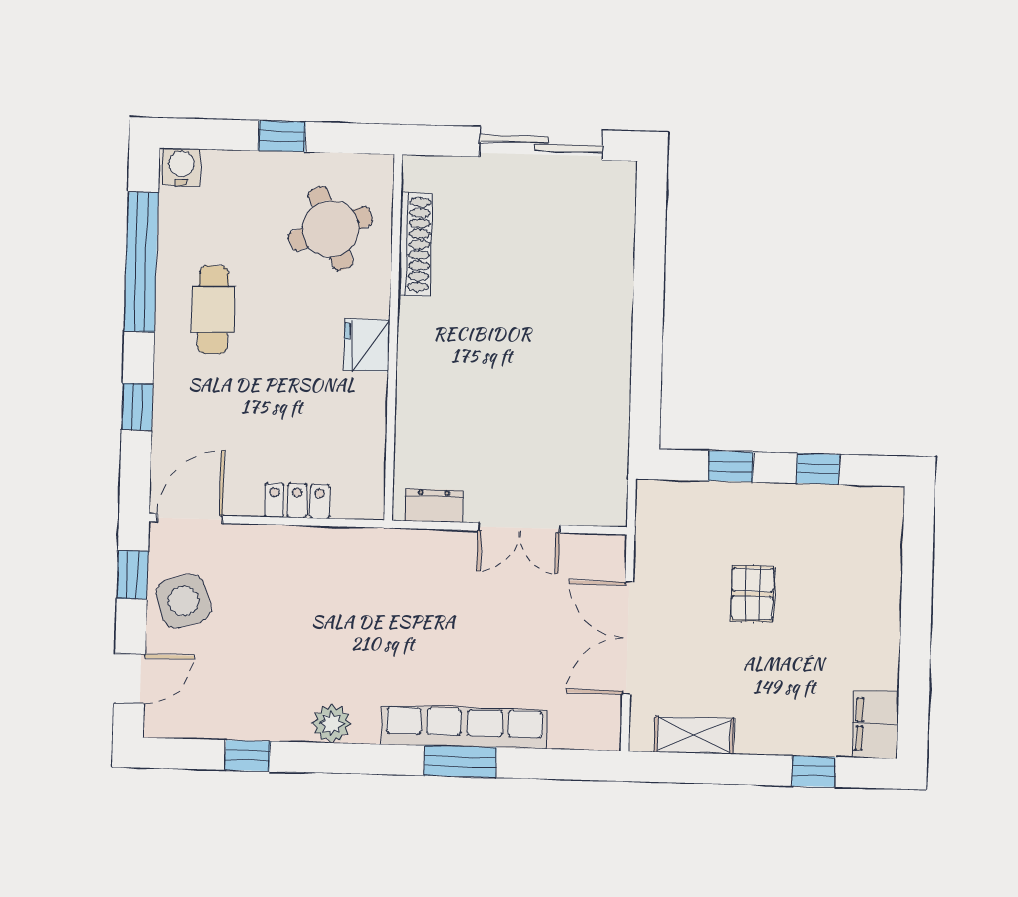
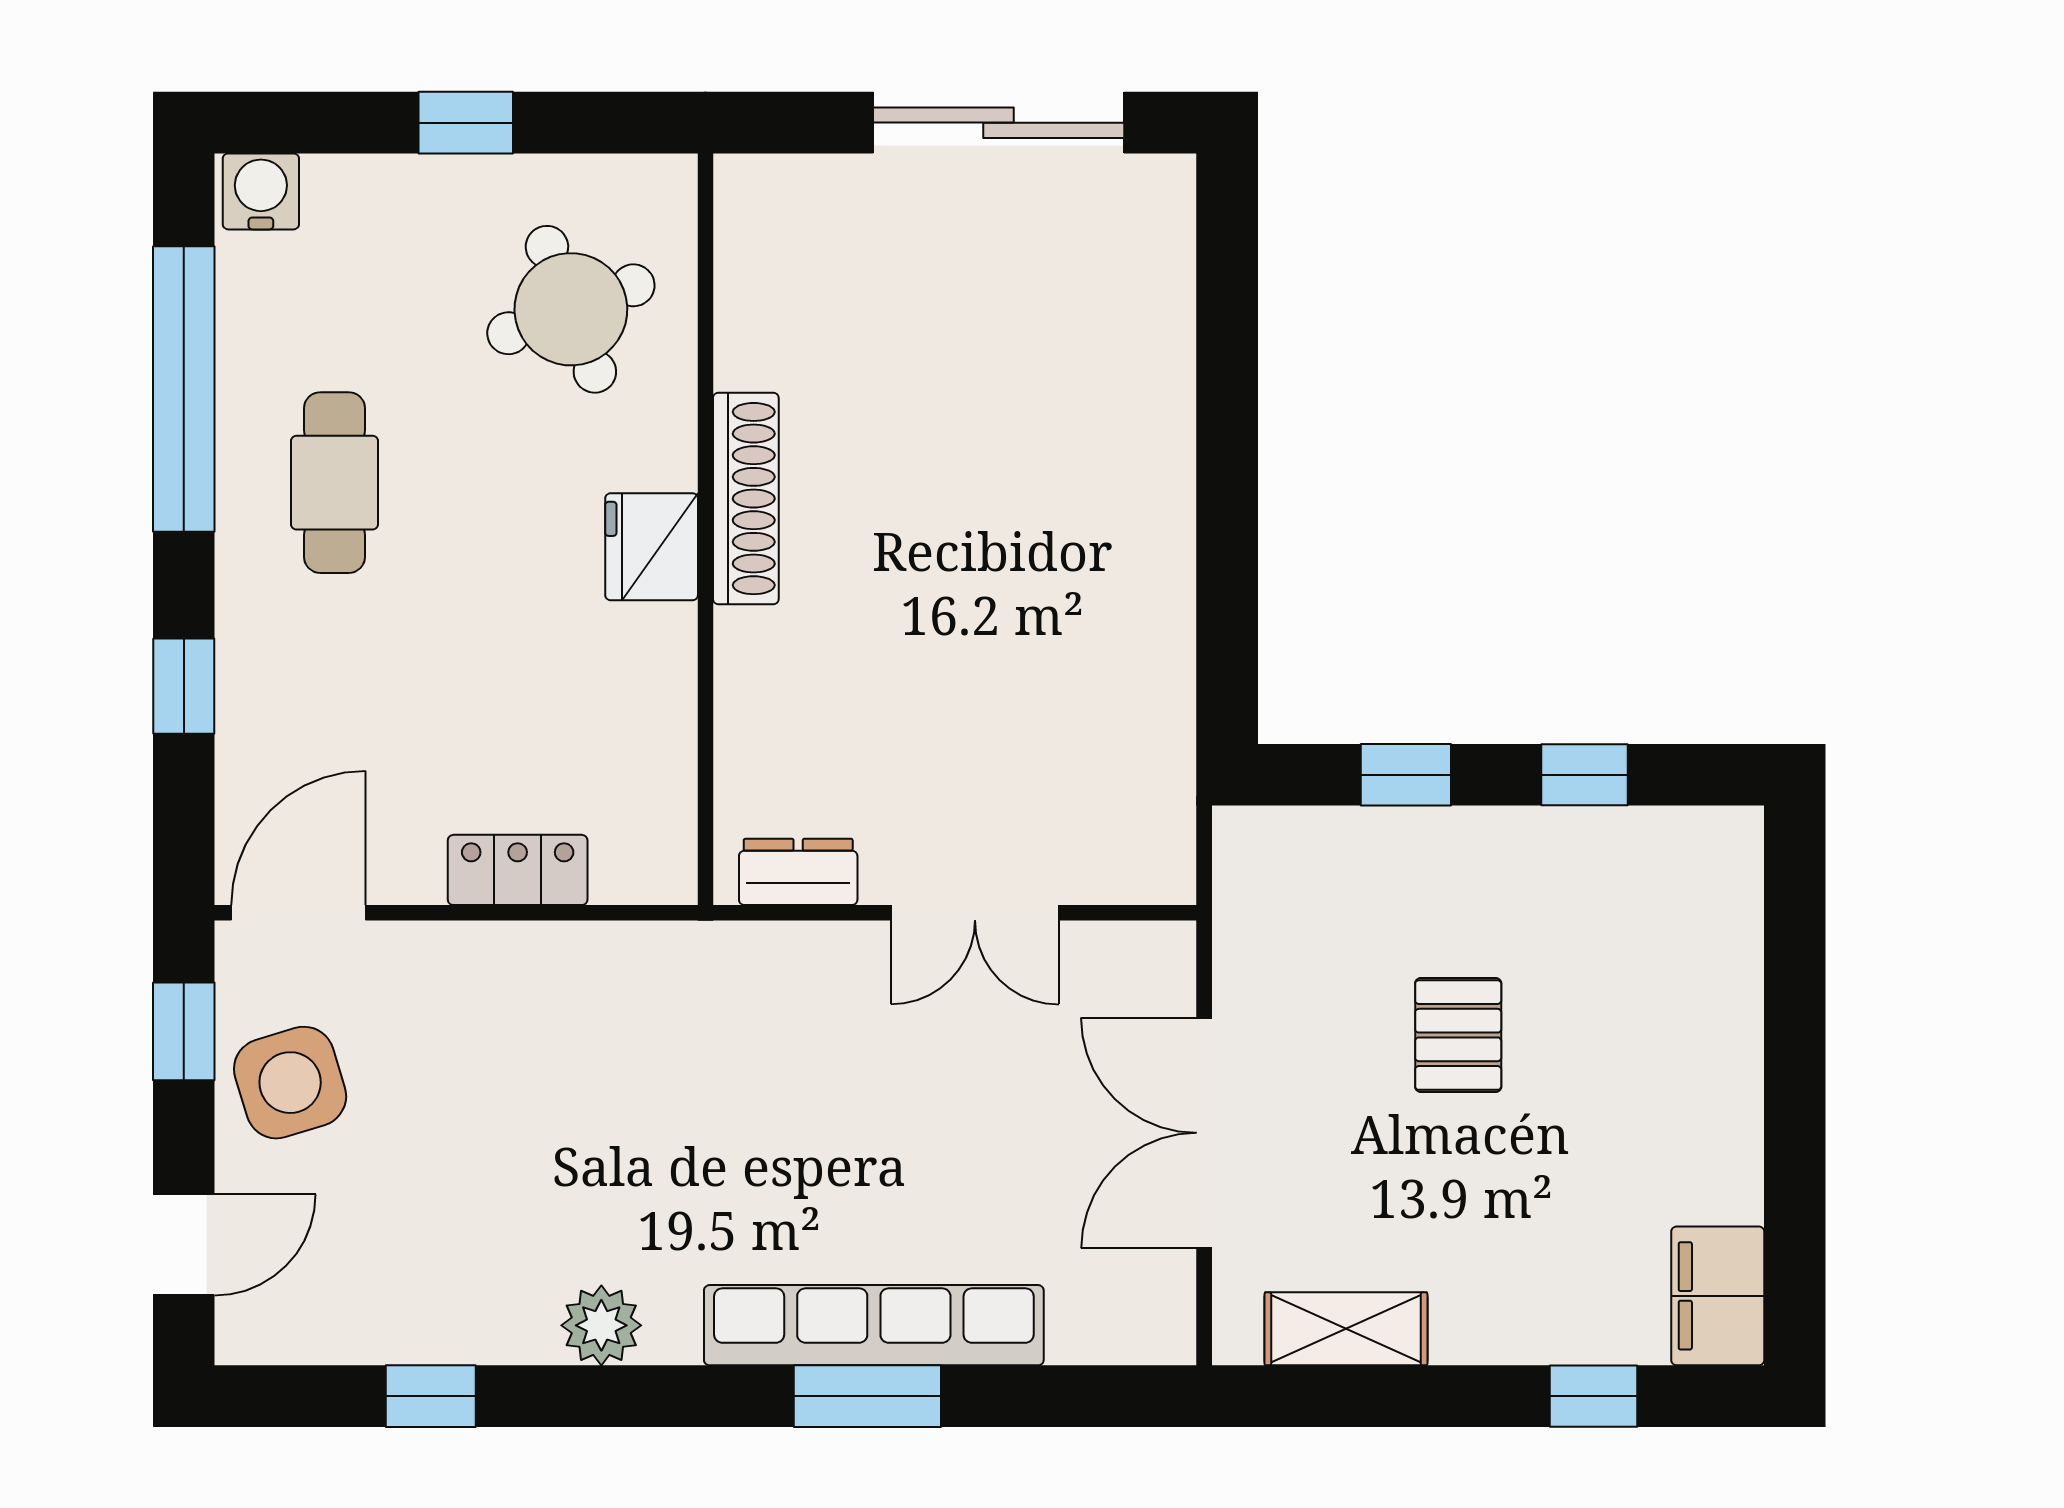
shoe rack: (415, 244) -> (746, 499), moved

